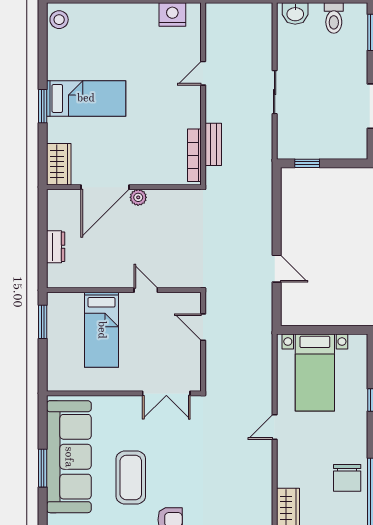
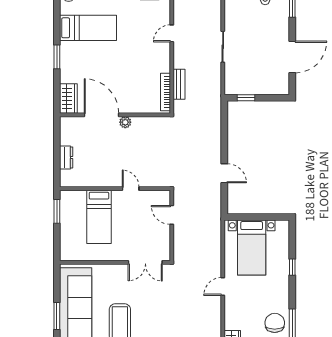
bed: (86, 98) -> (88, 28), moved
door: (105, 187) -> (101, 115), swing flipped
chair: (347, 478) -> (275, 323), turned 180

